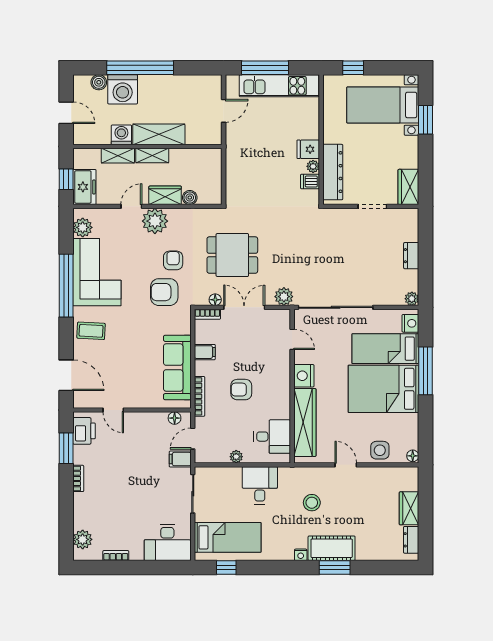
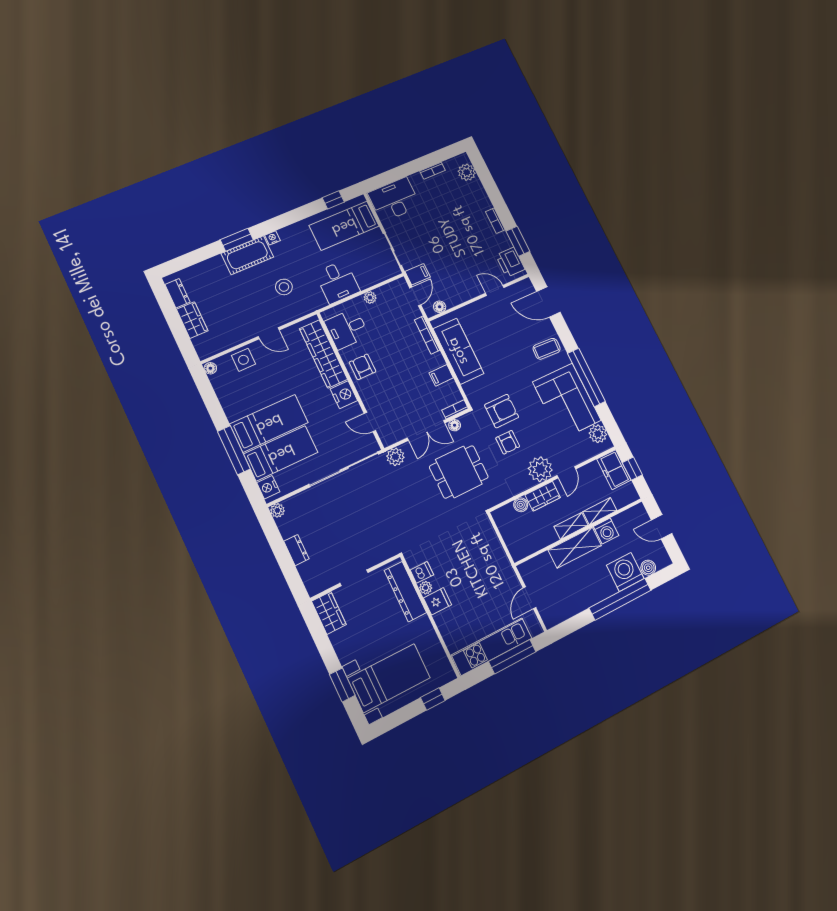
bed: (383, 389) -> (269, 423), width x0.67
armchair: (241, 390) -> (363, 367), moved, turned -90

